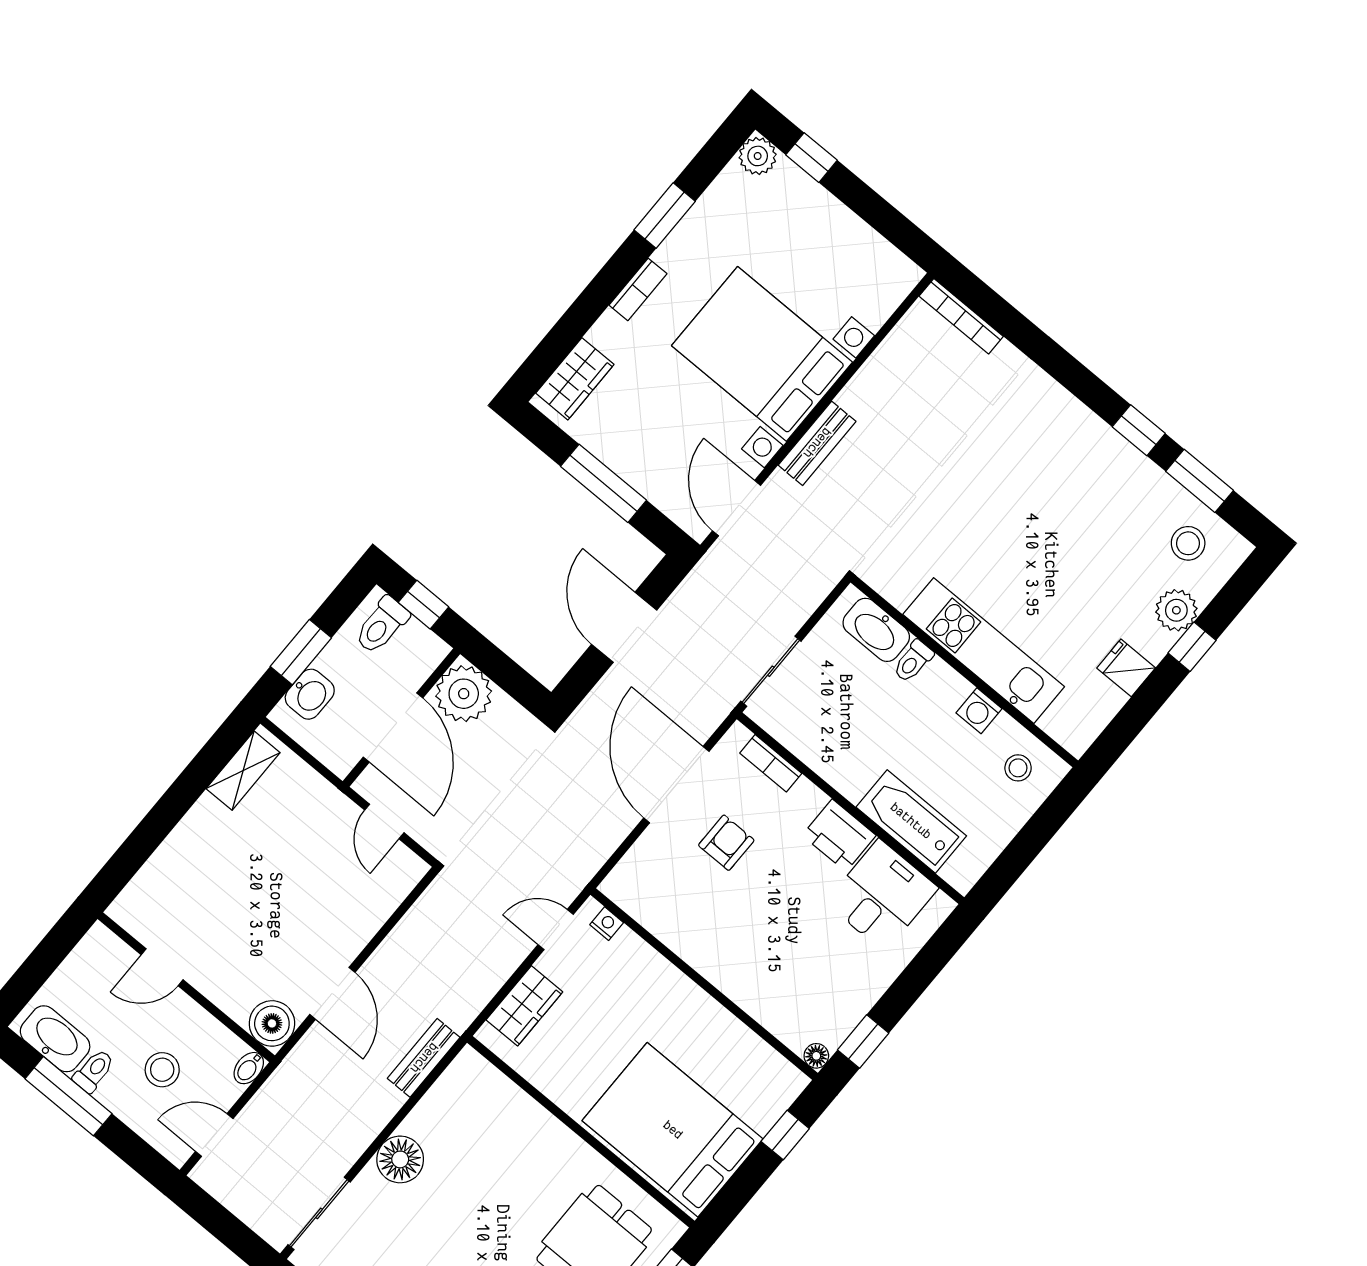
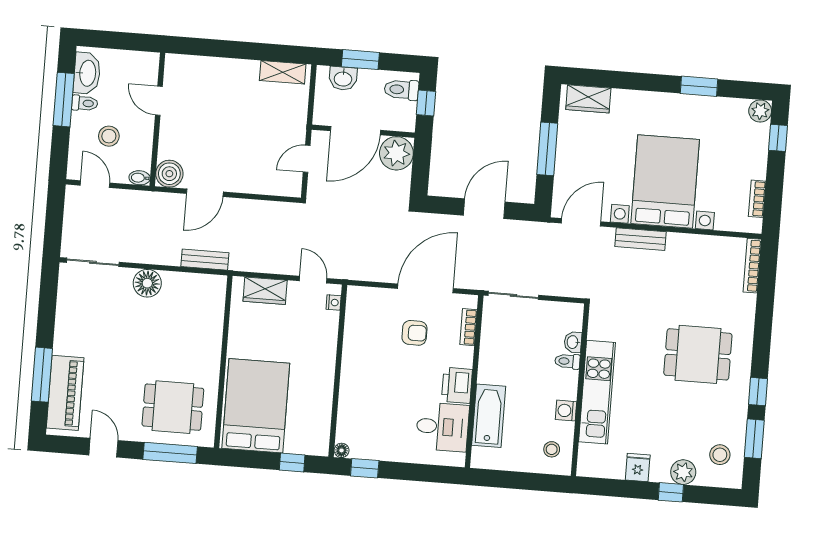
bookcase: (638, 289) -> (757, 199), moved, turned 90
dining table: (1030, 476) -> (698, 354), added
washbasin: (876, 630) -> (573, 342), width x0.52, depth x0.69

